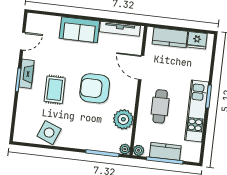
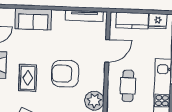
sofa: (79, 30) -> (33, 19), moved
door: (141, 68) -> (107, 51), swing flipped

